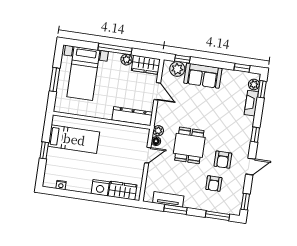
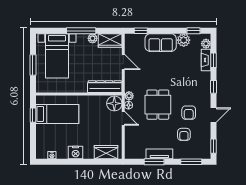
plant: (177, 69) -> (184, 40), moved
window: (262, 89) -> (213, 60), moved
floor lamp: (140, 137) -> (114, 103), added
window: (44, 150) -> (33, 115), moved
door: (148, 155) -> (123, 118), hinge flipped
nightstand: (100, 188) -> (76, 153), moved
tv unit: (168, 199) -> (159, 154), moved

